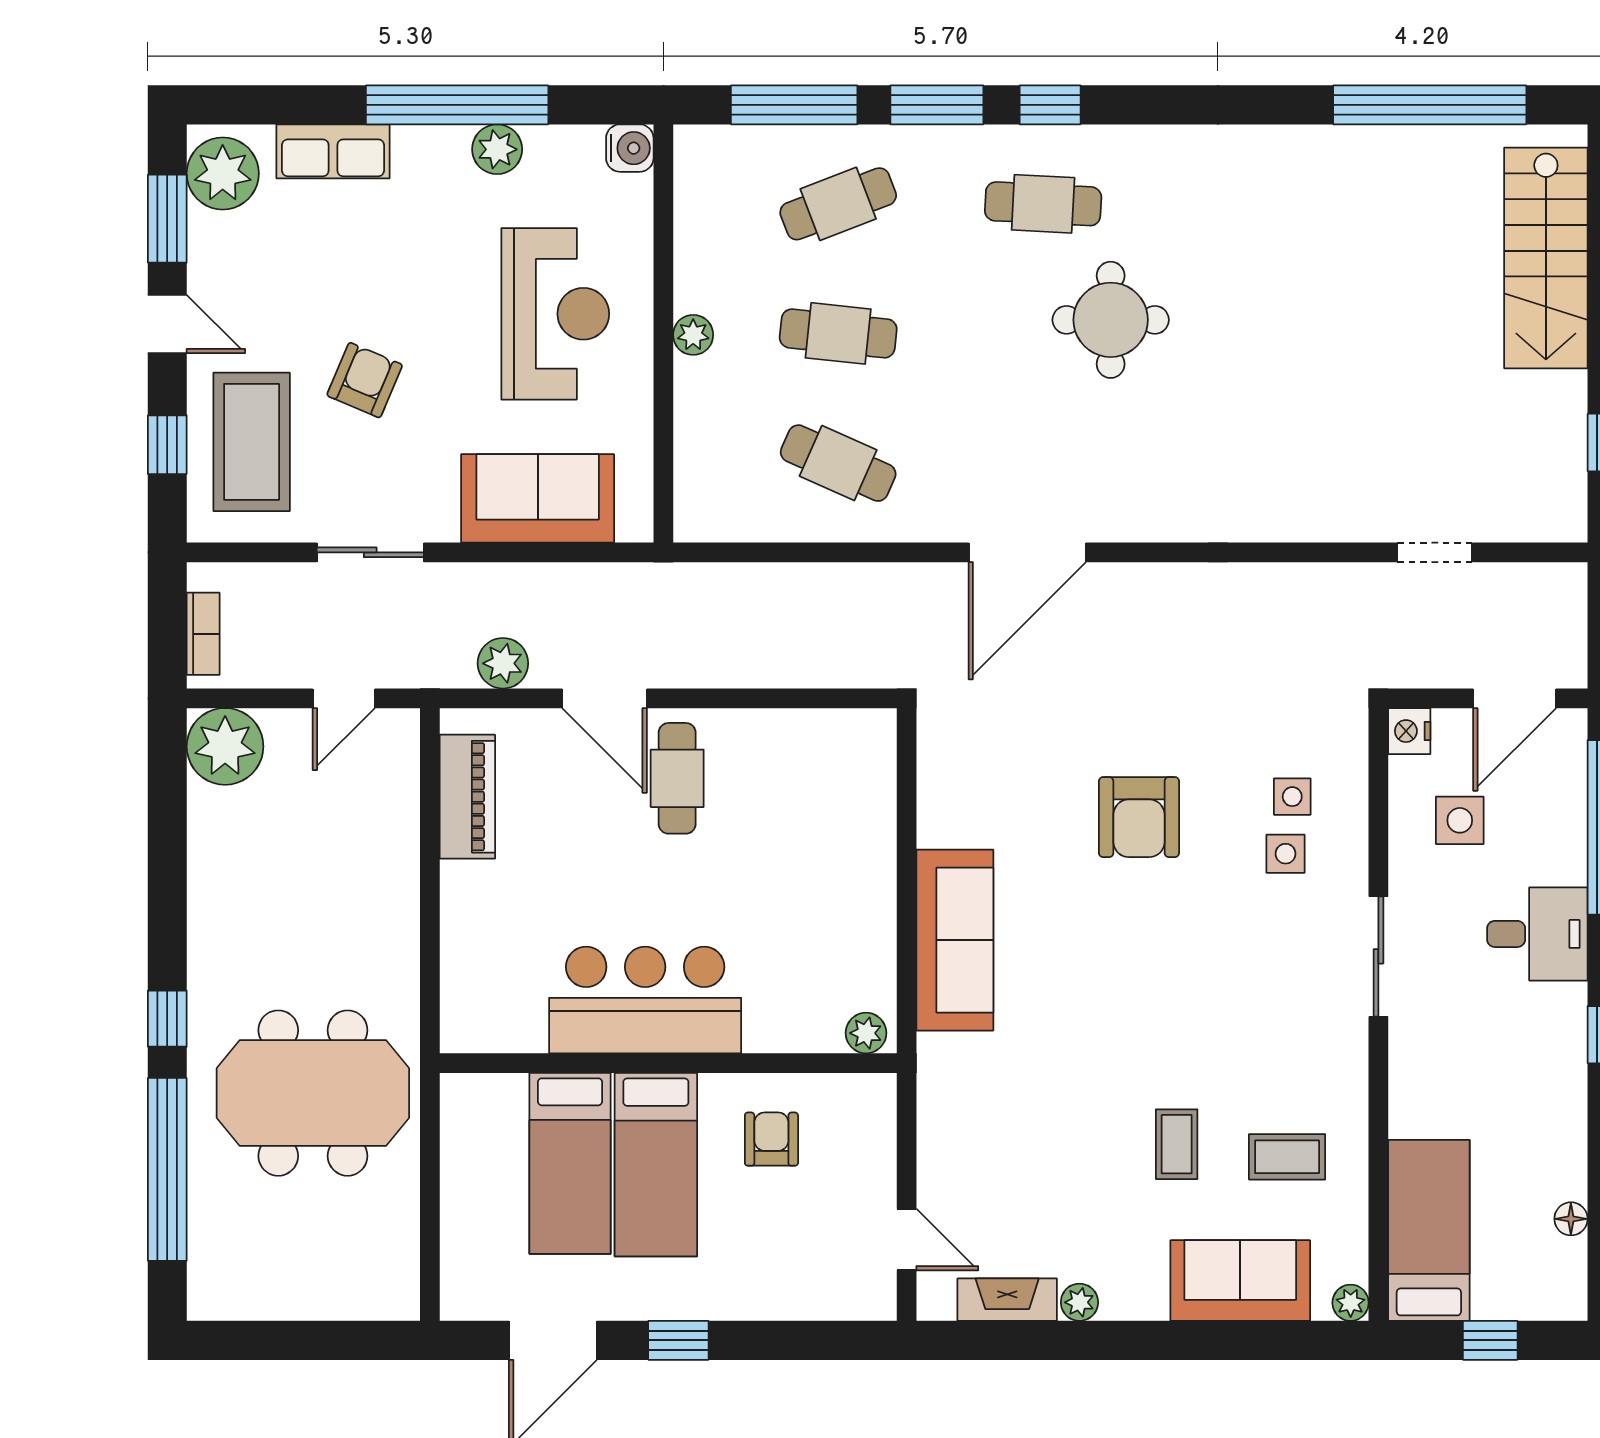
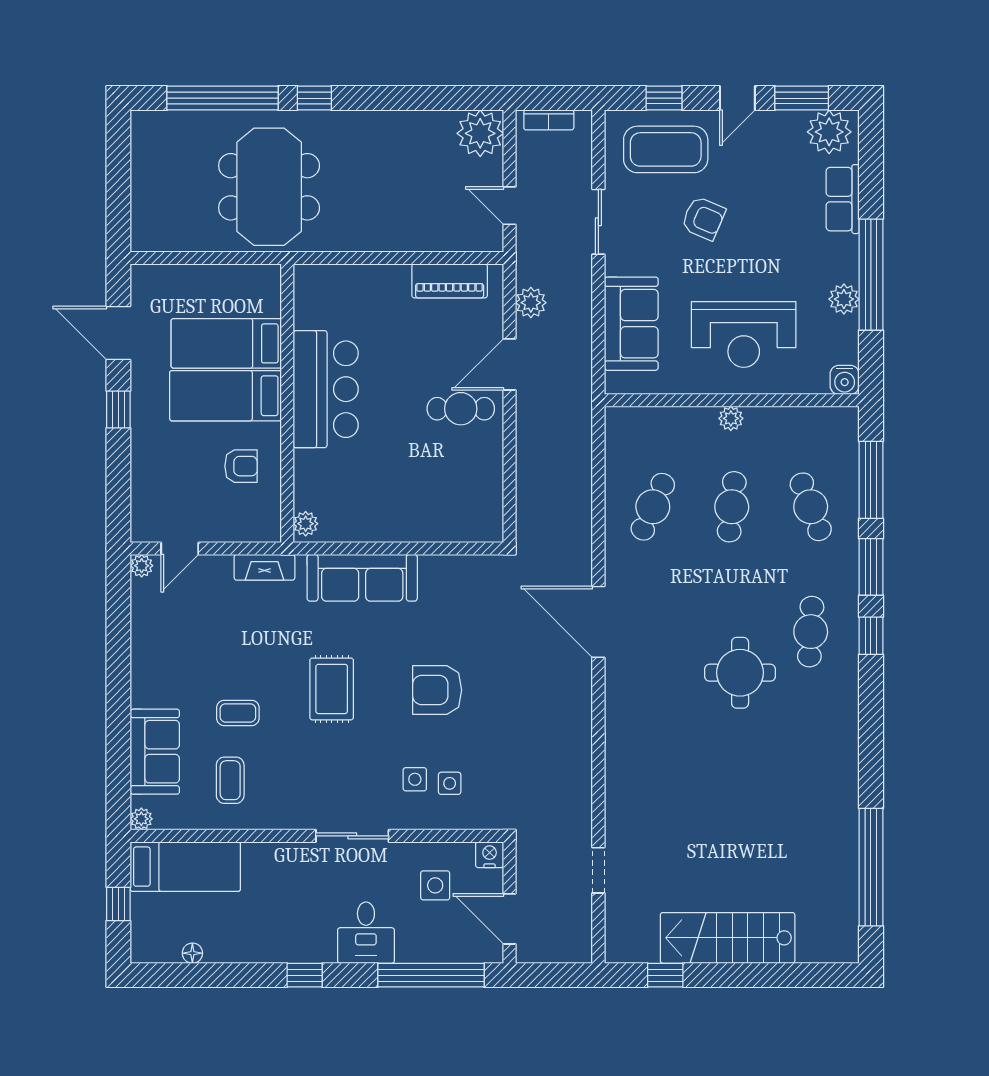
stairs: (1546, 258) -> (728, 938), moved
rug: (1137, 990) -> (332, 689), added
fireplace: (1007, 1300) -> (264, 567), moved, turned 90
plant: (1079, 1302) -> (142, 566), moved

